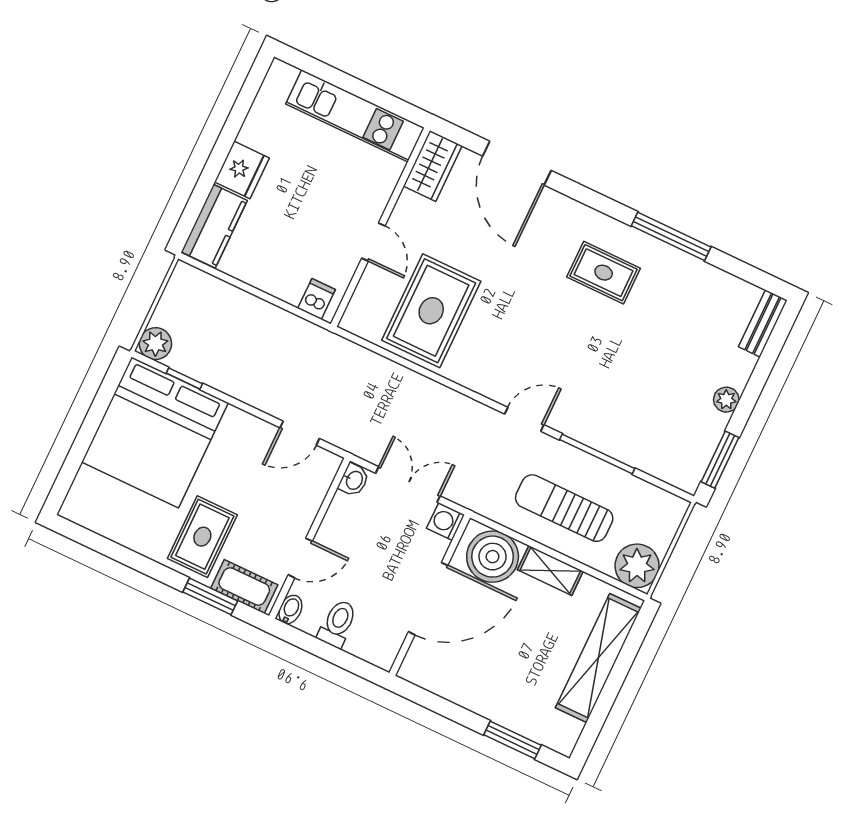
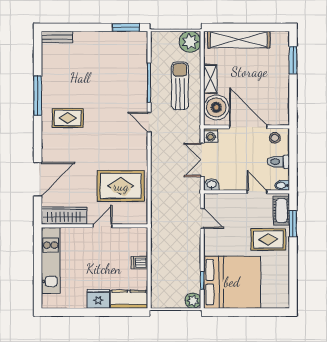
wardrobe: (433, 166) -> (64, 216), width x1.50
rug: (604, 273) -> (68, 118), turned 90
dishwasher: (317, 299) -> (139, 263), moved
plant: (726, 400) -> (98, 37), removed
sun lounger: (564, 508) -> (180, 86), turned 180
stool: (385, 638) -> (275, 138), added

